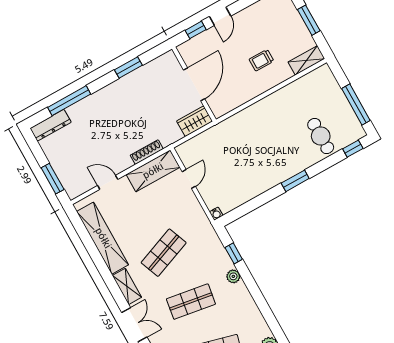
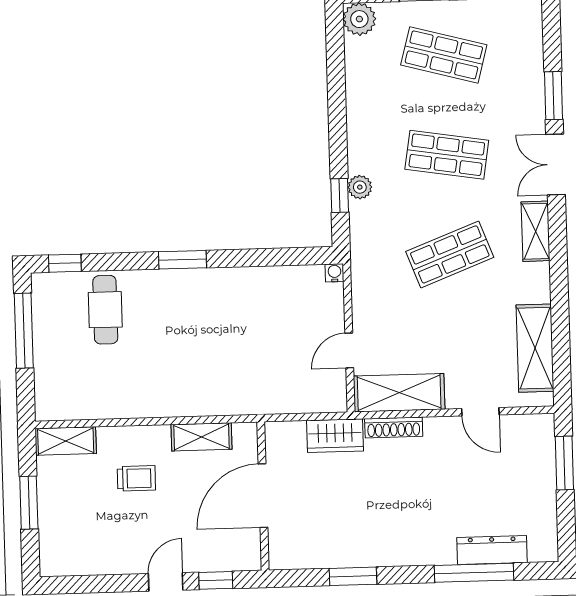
shelving: (240, 98) -> (202, 437), added
wardrobe: (195, 121) -> (335, 436), moved
dresser: (51, 125) -> (492, 550), moved
shelving: (103, 238) -> (535, 348), width x0.68
plant: (233, 276) -> (360, 187), moved

